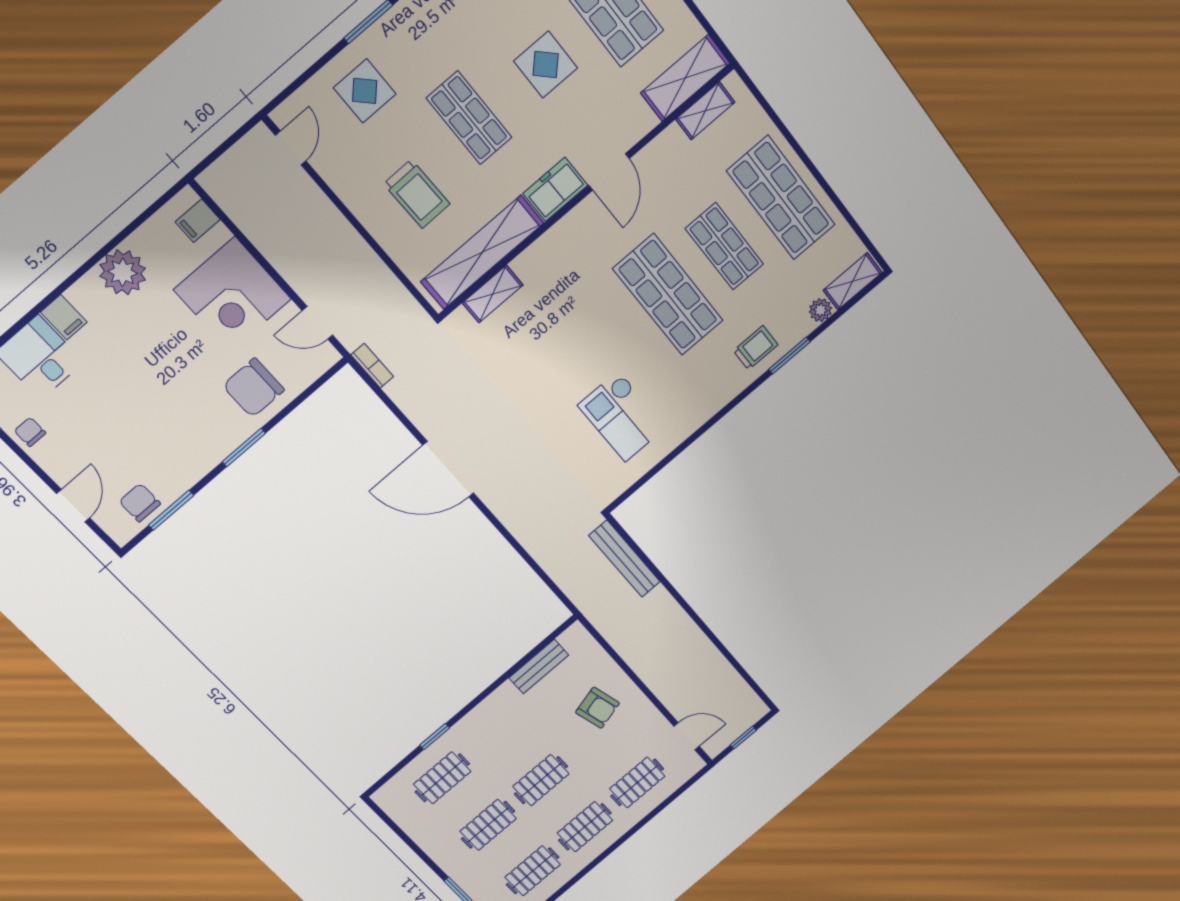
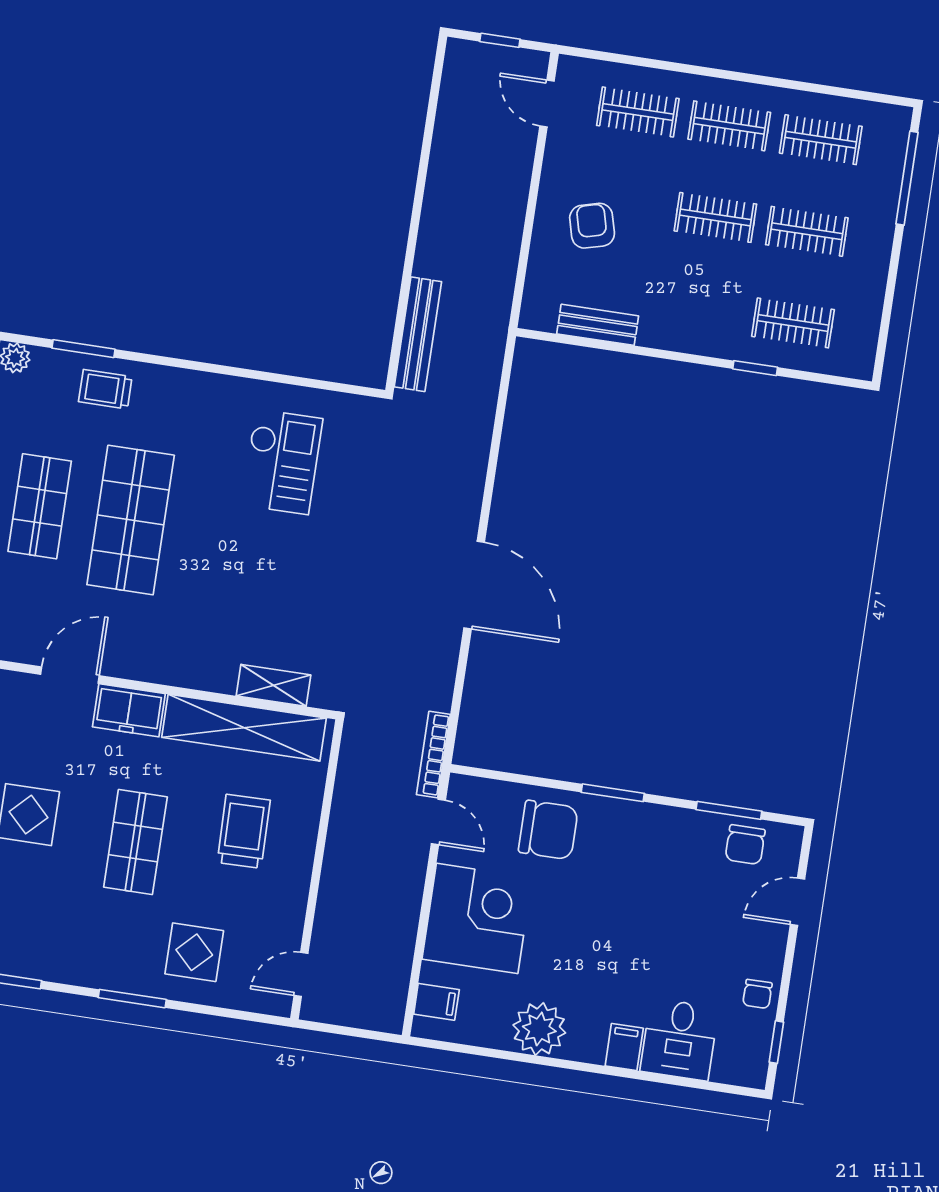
bookcase: (372, 366) -> (433, 755), width x1.56

